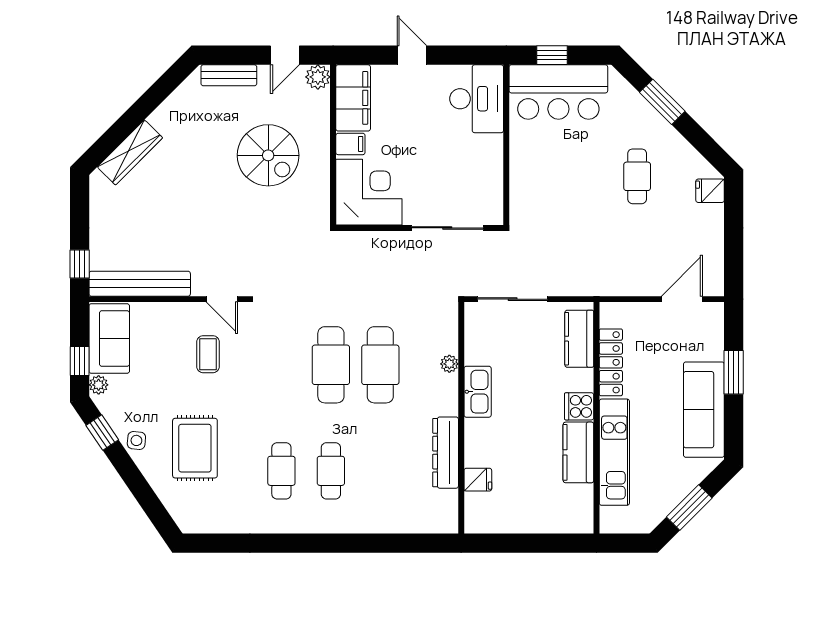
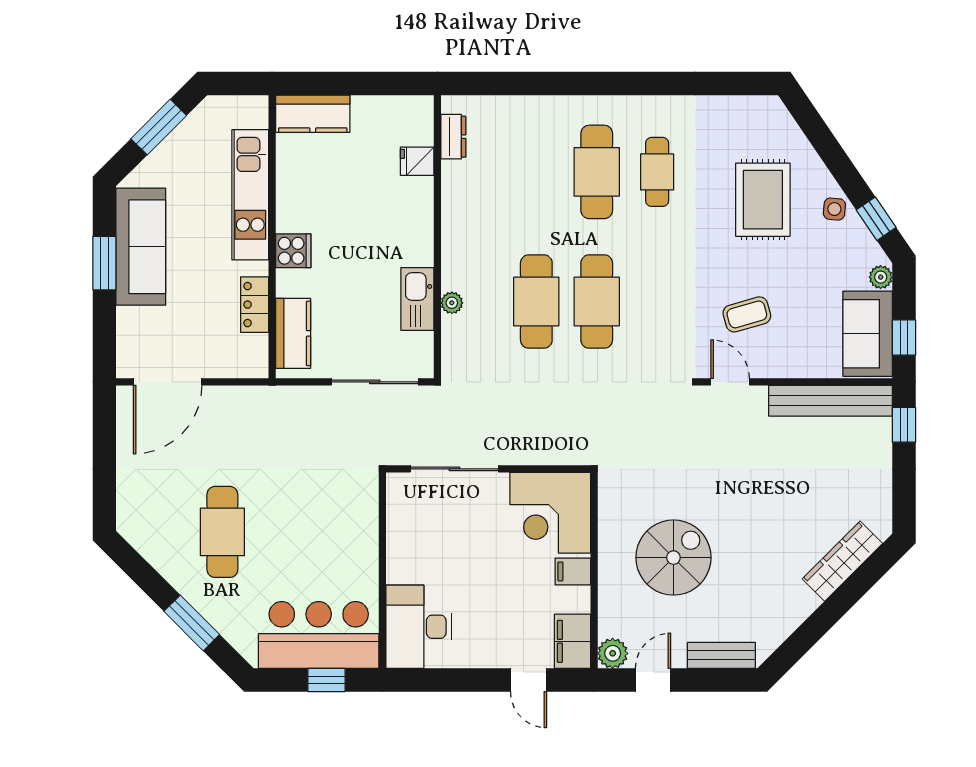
door: (412, 55) -> (529, 680), moved
filing cabinet: (353, 98) -> (573, 641), width x0.67, depth x0.86
spiral stairs: (268, 155) -> (673, 558), turned 90
cafe table: (637, 176) -> (222, 532), width x1.37, depth x1.35
fridge: (710, 191) -> (133, 514), removed
door: (682, 299) -> (168, 382), width x1.36
coffee table: (208, 354) -> (747, 314), turned 74
window: (80, 361) -> (904, 338), moved
locker: (611, 362) -> (255, 305), width x0.66
window: (734, 372) -> (104, 263), moved
kitchen sink: (478, 392) -> (417, 299), moved
kitchen counter: (578, 452) -> (313, 114), moved, turned 90
dresser: (446, 453) -> (453, 137), moved, width x0.51, depth x0.80
cafe table: (331, 471) -> (597, 172), width x1.37, depth x1.35

